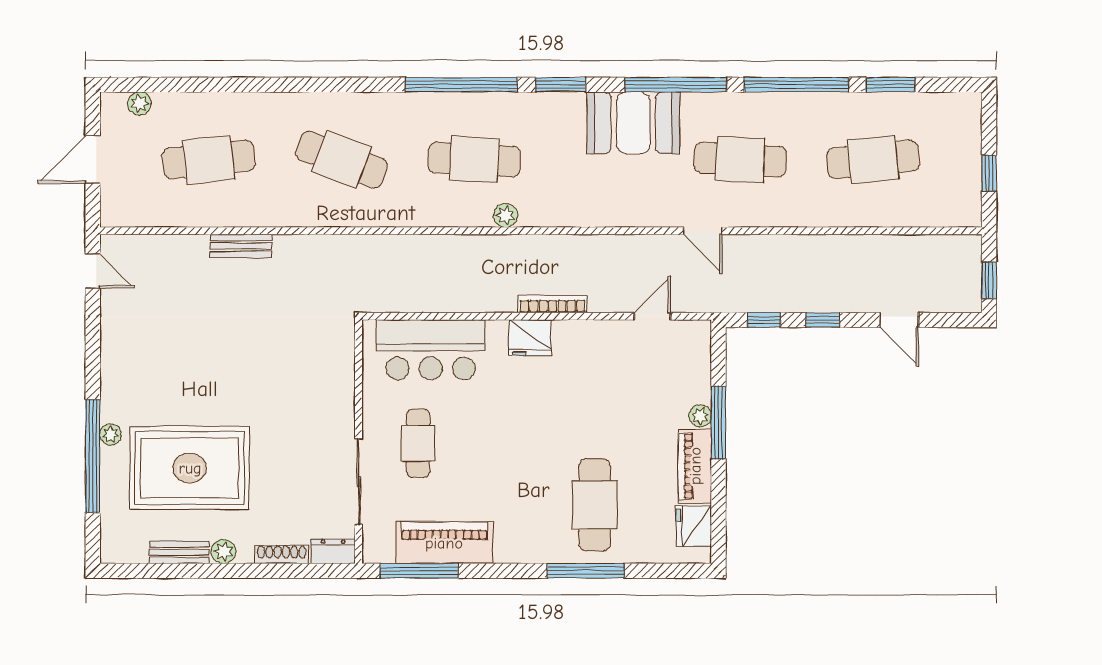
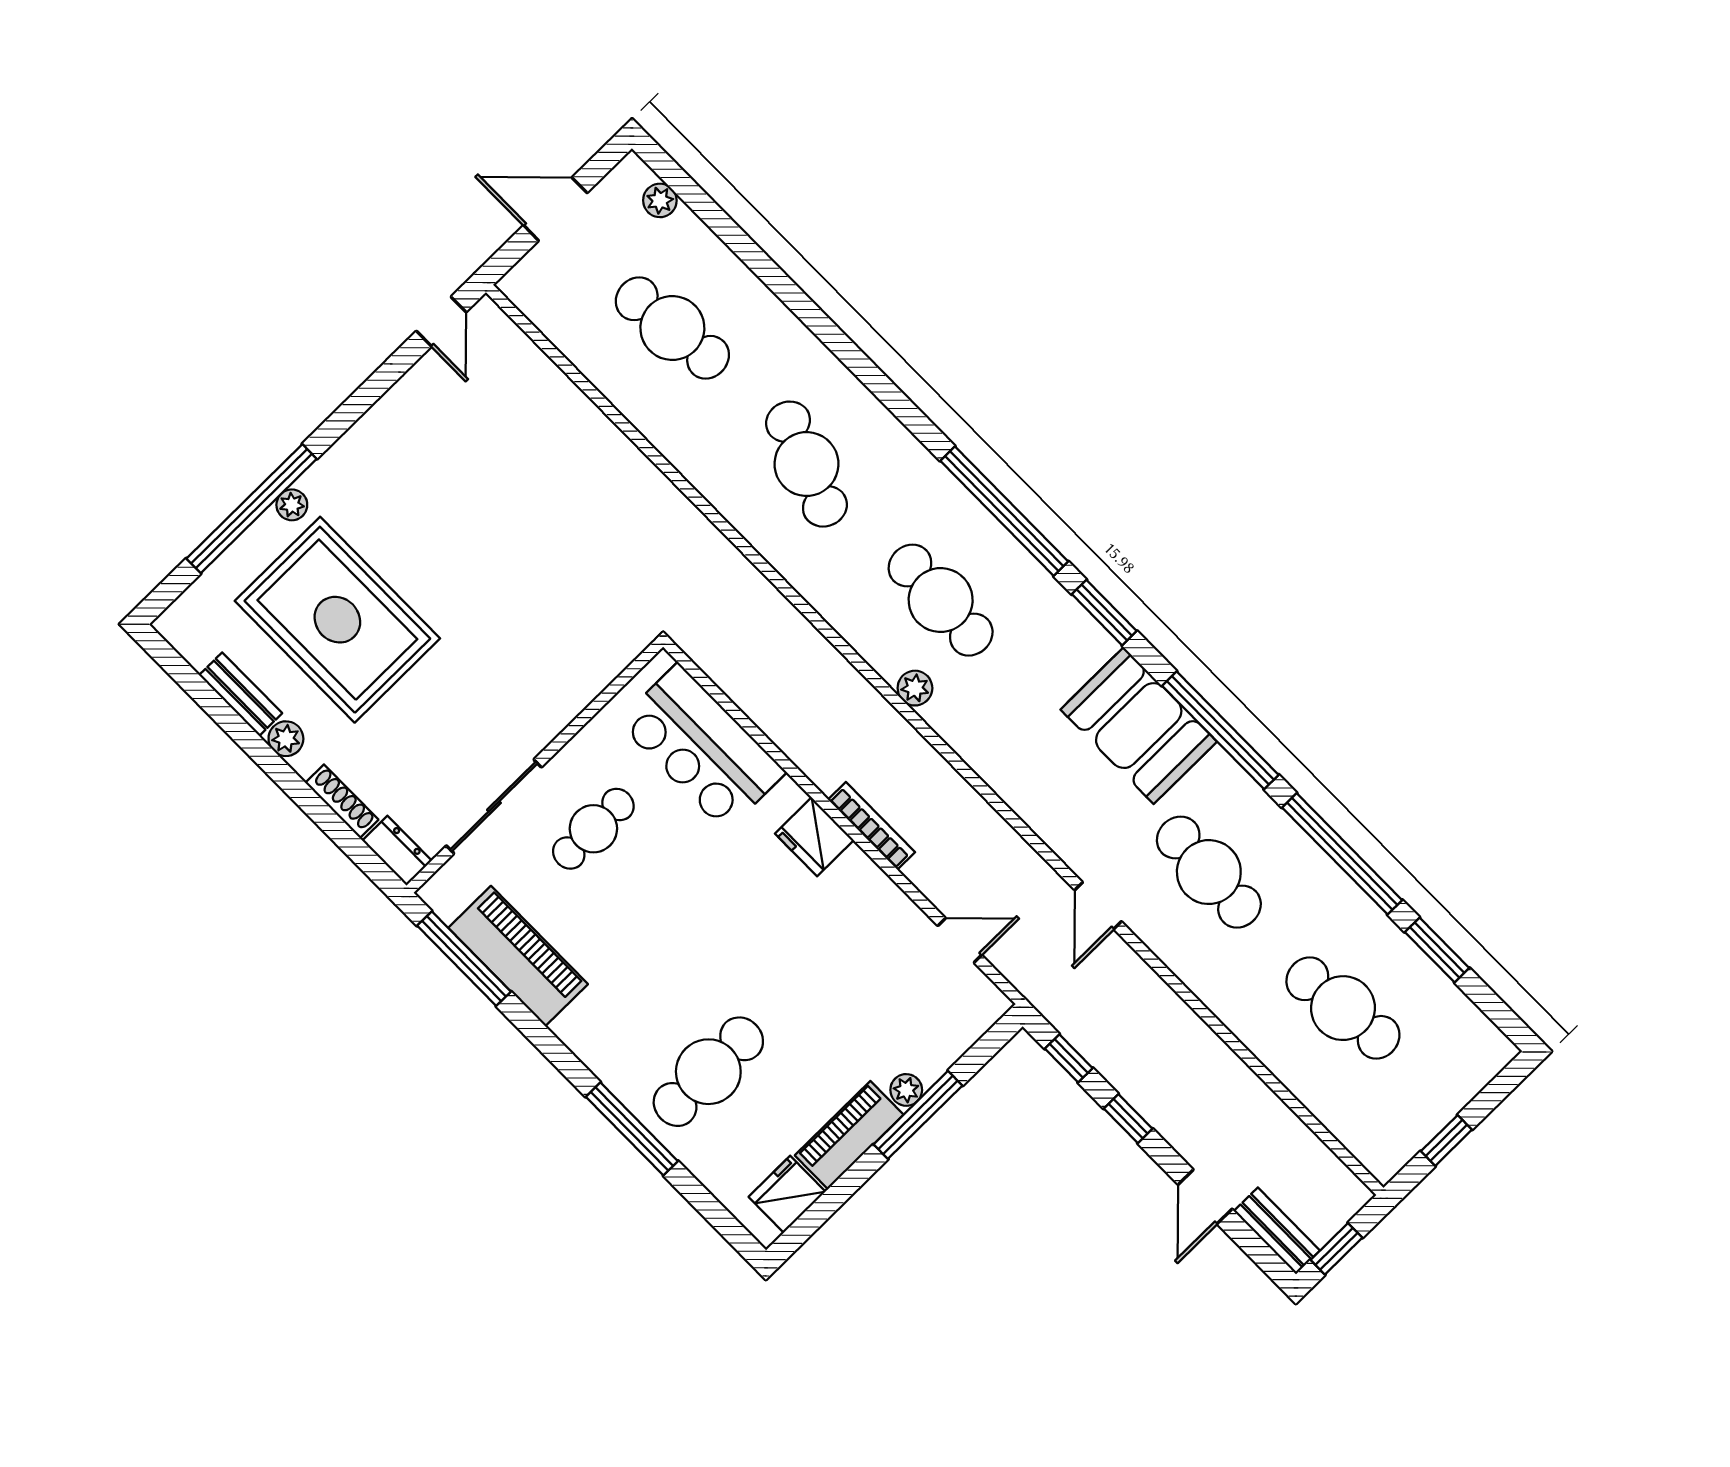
bench: (241, 246) -> (1277, 1231), moved

